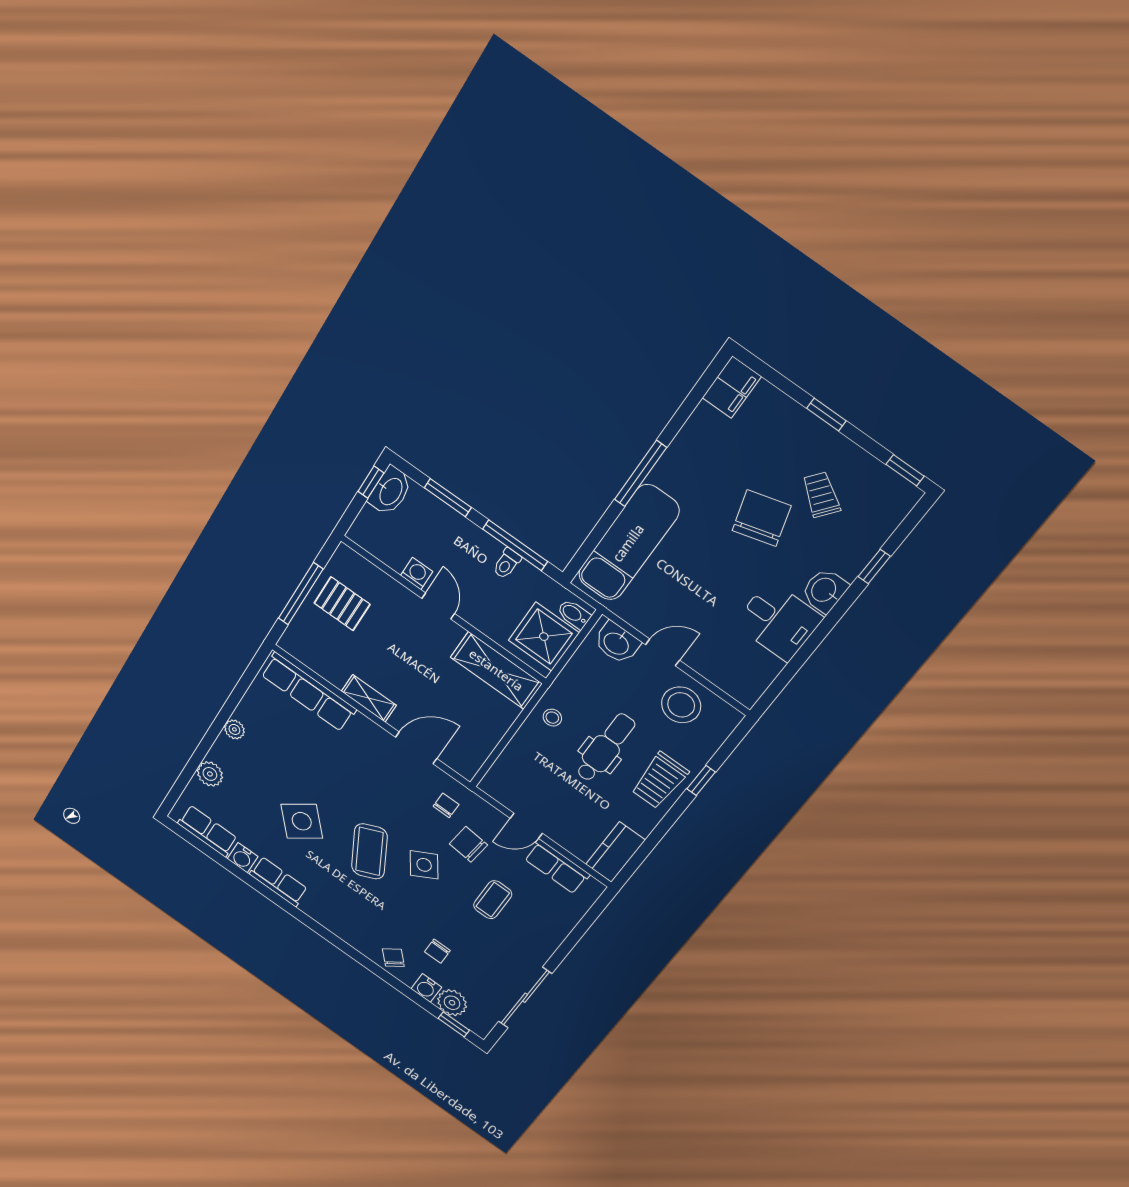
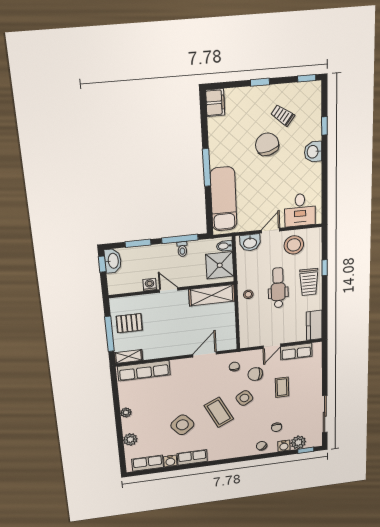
desk: (778, 621) -> (300, 210), moved, turned 90
shelving: (369, 698) -> (129, 356), moved

